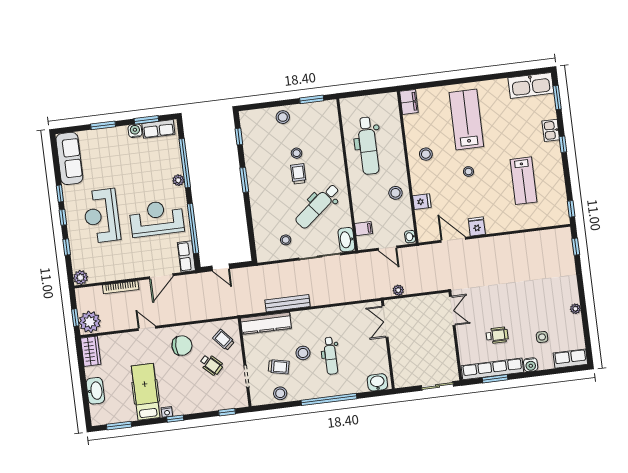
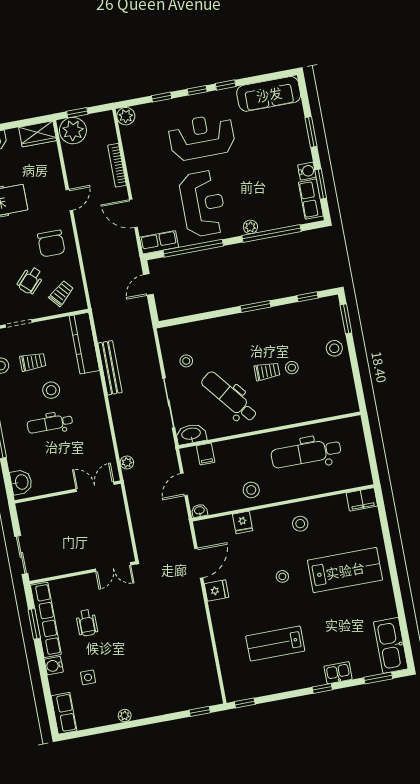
window: (312, 99) -> (346, 319), moved
plant: (398, 290) -> (127, 462), moved
trolley: (279, 367) -> (33, 362), turned -102

